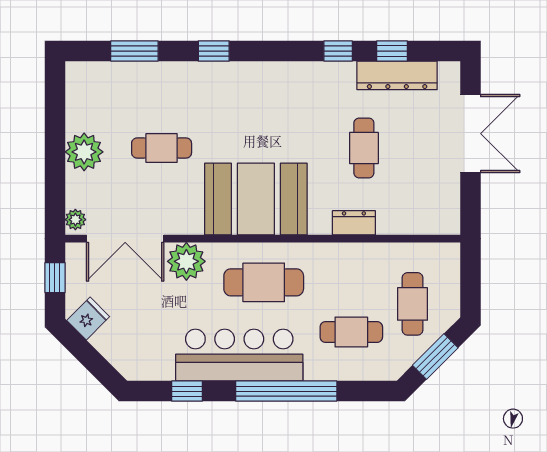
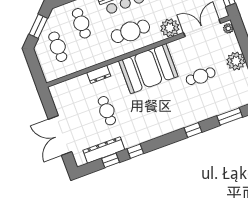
cafe table: (351, 332) -> (81, 23), turned 90

